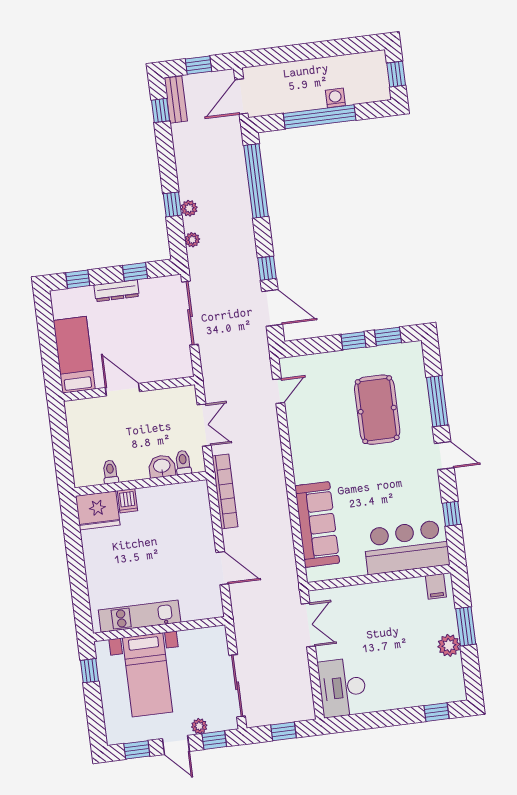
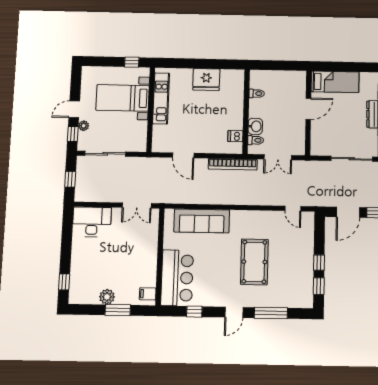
pool table: (377, 410) -> (254, 262), moved, turned 90
dishwasher: (127, 501) -> (235, 136), moved
fridge: (98, 510) -> (206, 80), moved, turned -90
door: (222, 568) -> (183, 155), hinge flipped
window: (137, 750) -> (76, 84), removed

